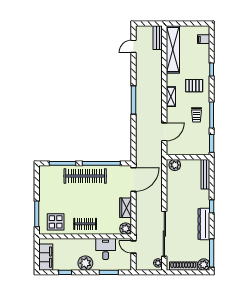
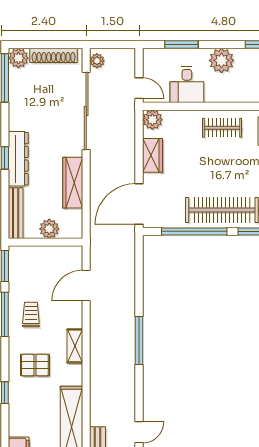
plant: (175, 165) -> (49, 229), moved
wardrobe: (172, 192) -> (73, 183), added
dresser: (204, 224) -> (18, 159), moved

